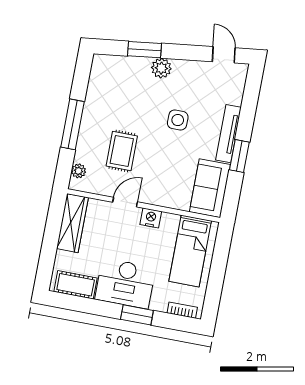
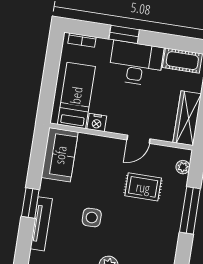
tv unit: (228, 134) -> (41, 224), moved
rug: (122, 151) -> (143, 187), turned 90
window: (239, 156) -> (30, 203), moved
nightstand: (151, 218) -> (97, 123), moved

